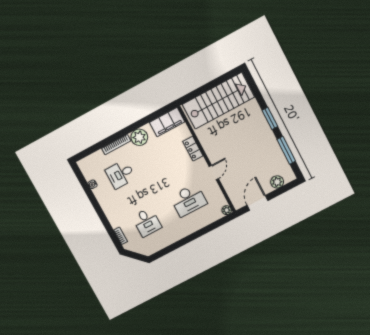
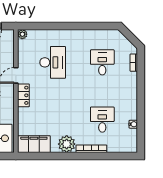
locker: (193, 149) -> (23, 95), moved
desk: (121, 174) -> (102, 120), turned -90
desk: (189, 200) -> (53, 62), turned 90

